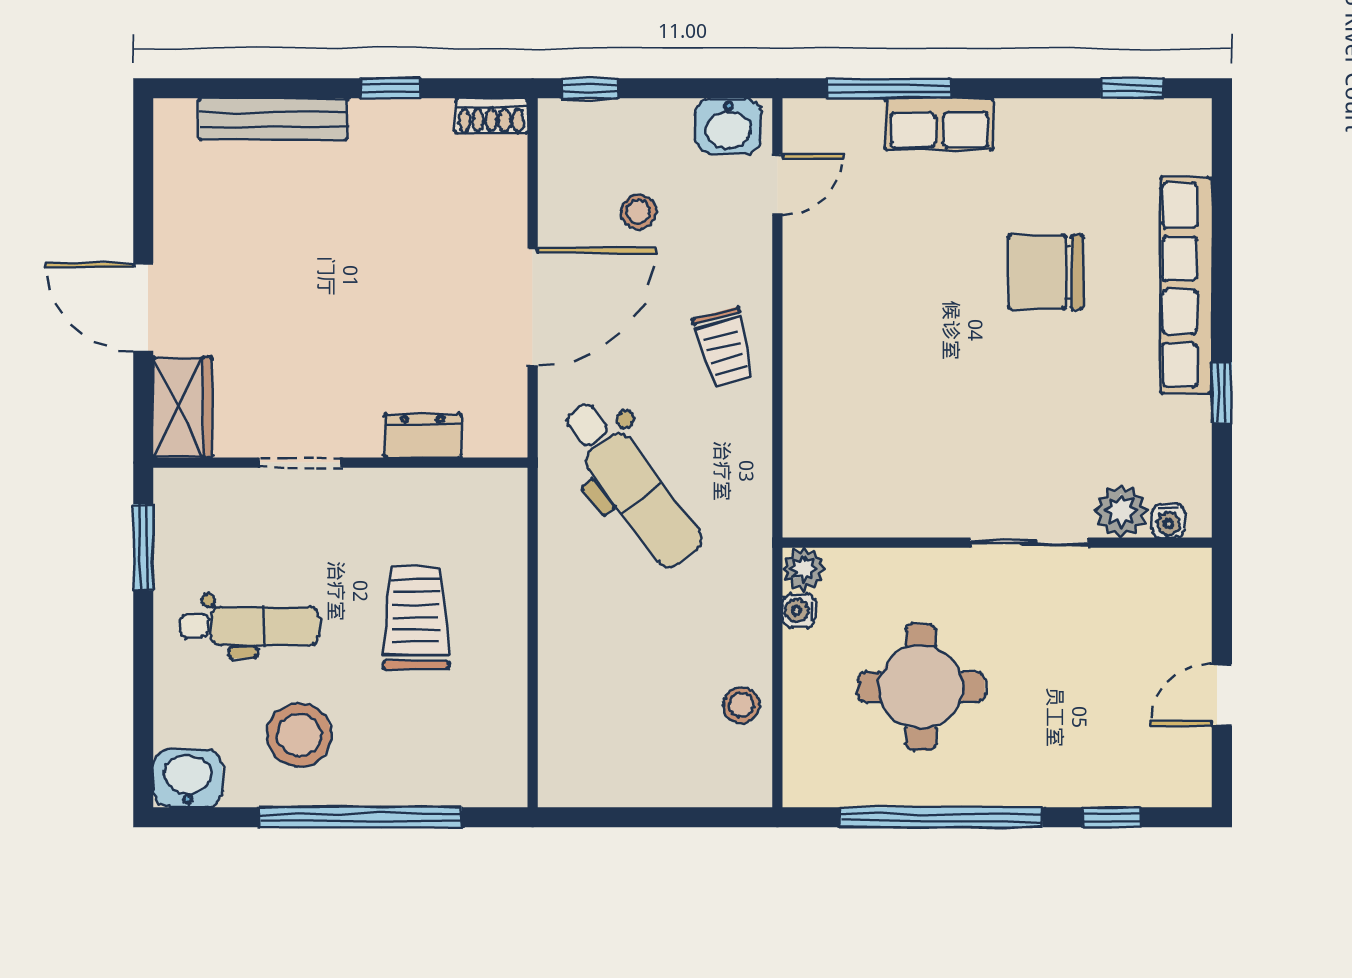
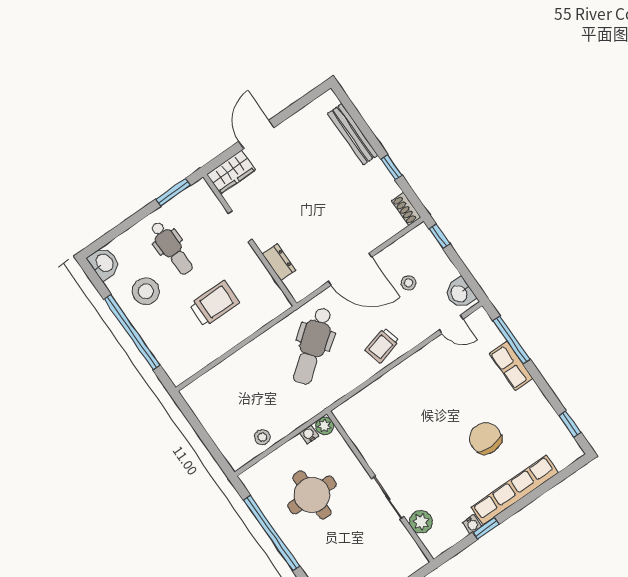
water cooler: (1168, 521) -> (472, 524), moved, turned -90

